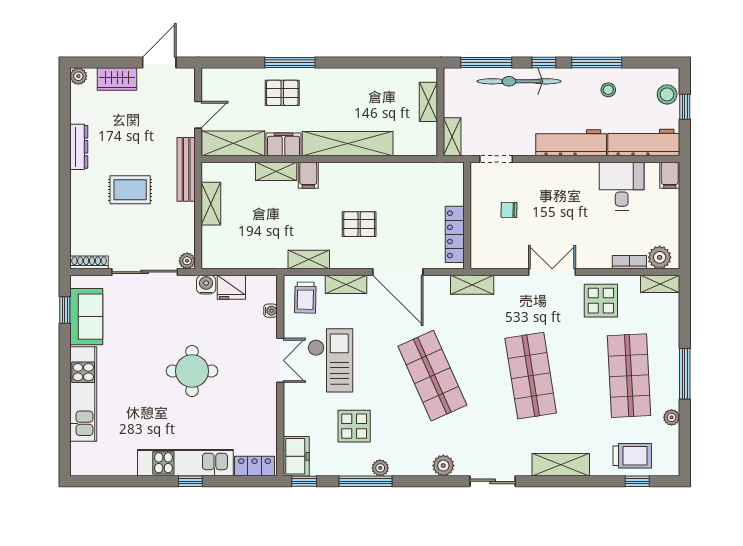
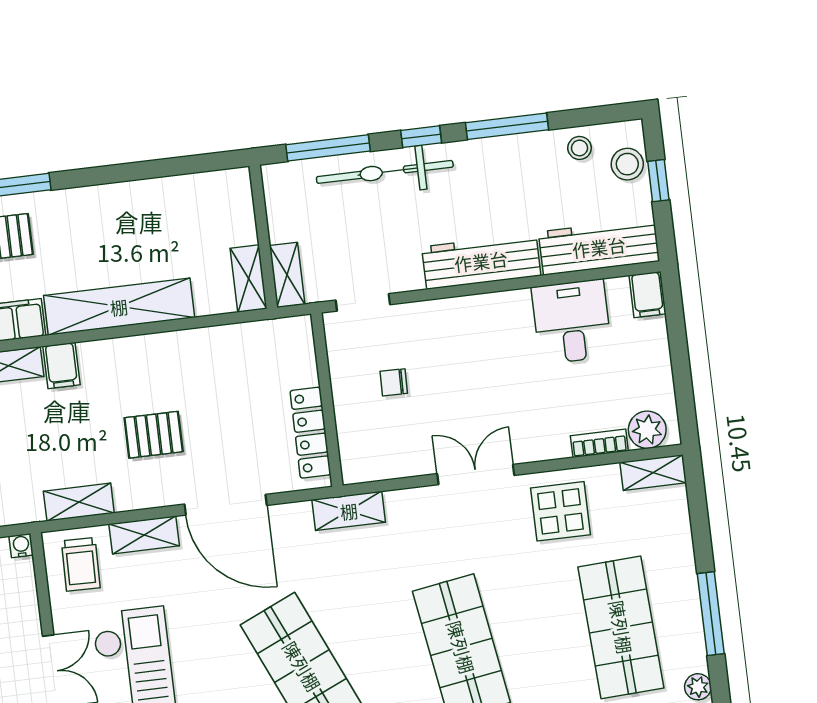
stool: (608, 90) -> (580, 148), moved
shelving: (428, 102) -> (249, 279), moved
water cooler: (270, 311) -> (21, 546), moved, turned -90

